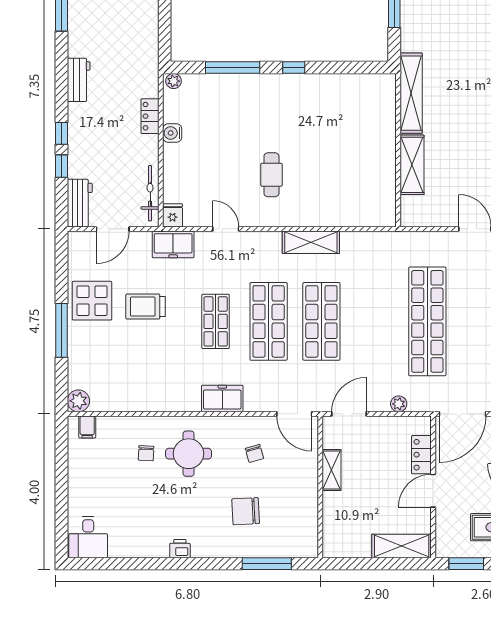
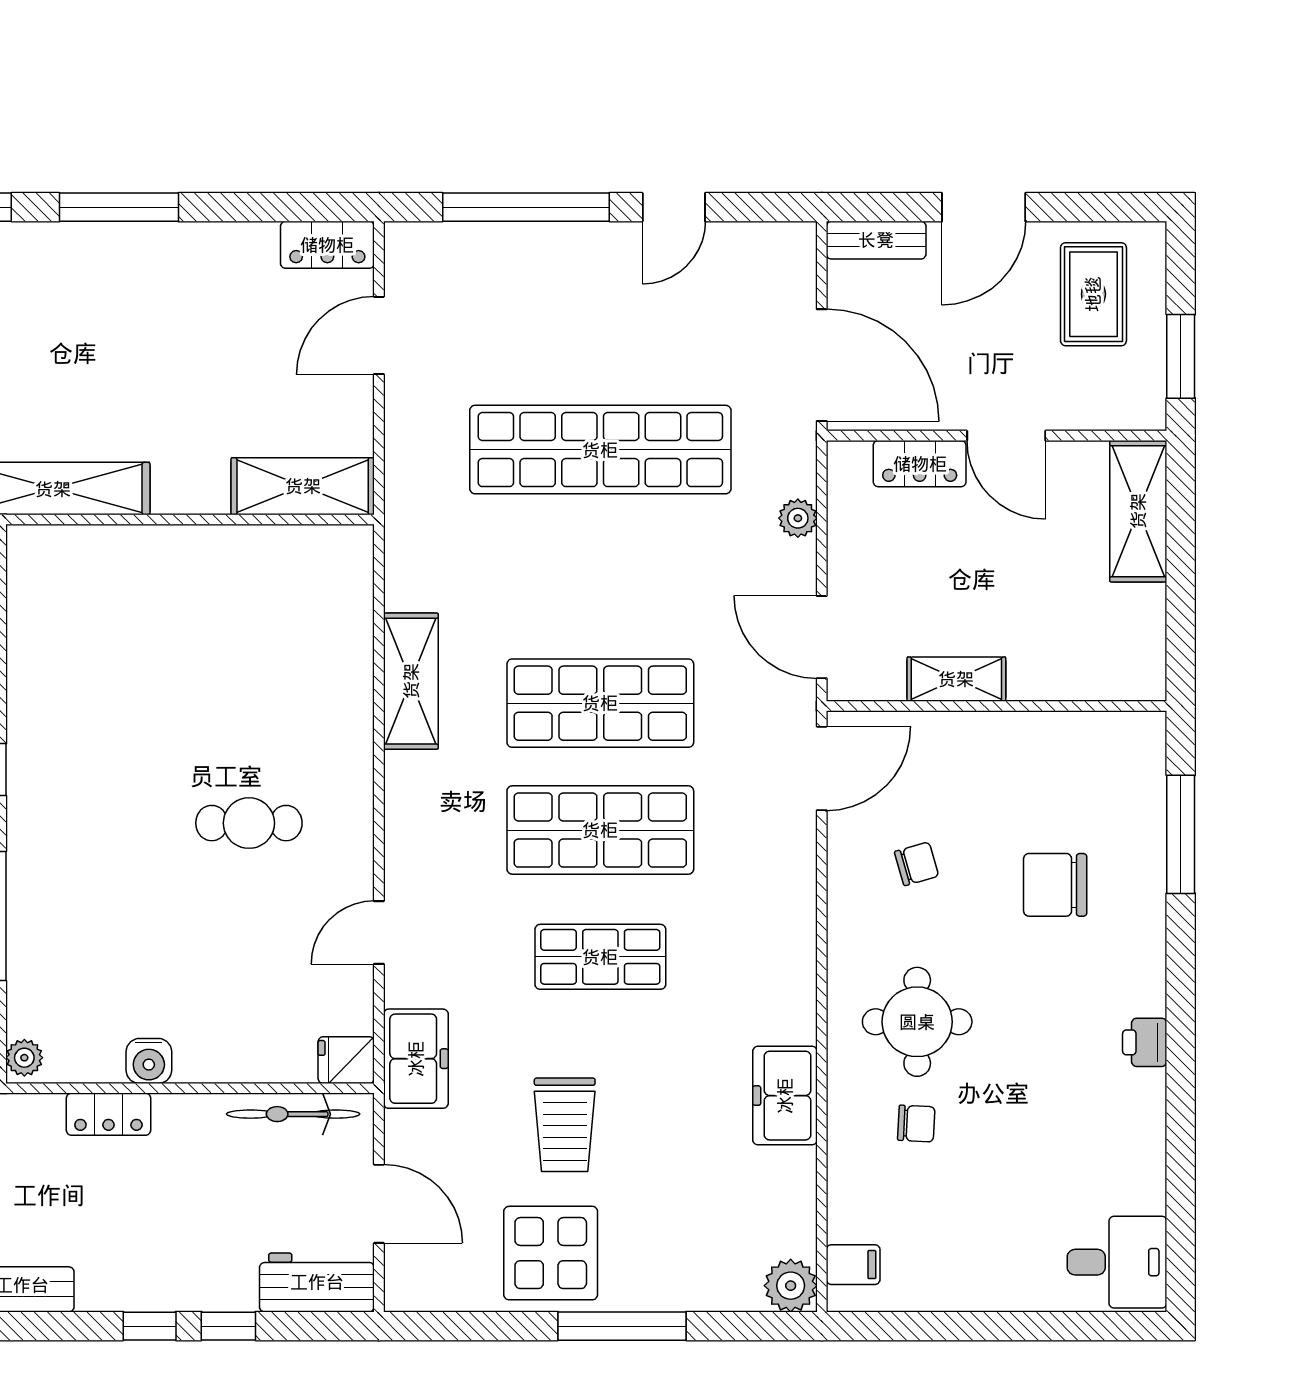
shelving: (412, 165) -> (303, 486), moved
shelving: (311, 242) -> (411, 681), moved
freezer: (222, 398) -> (785, 1096), moved
chair: (246, 511) -> (1055, 885), turned 93

